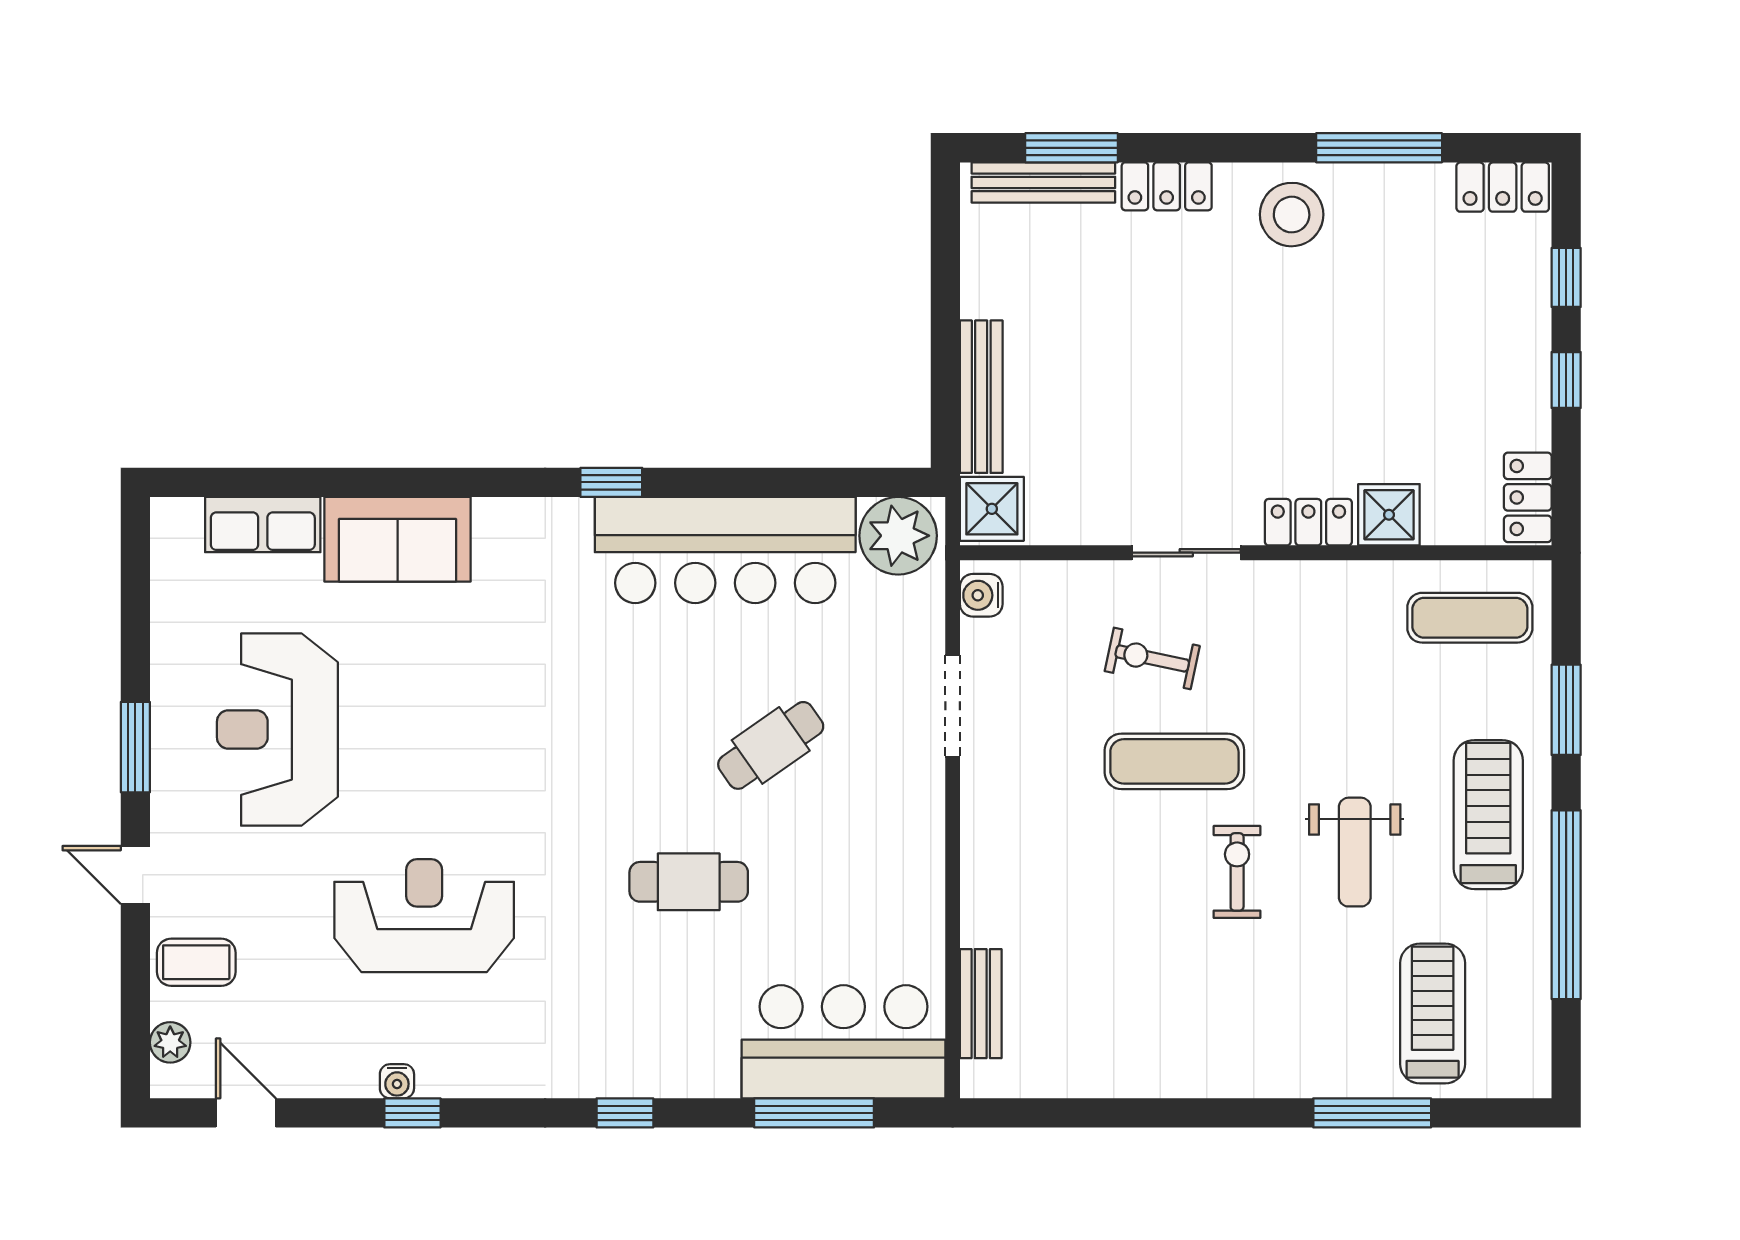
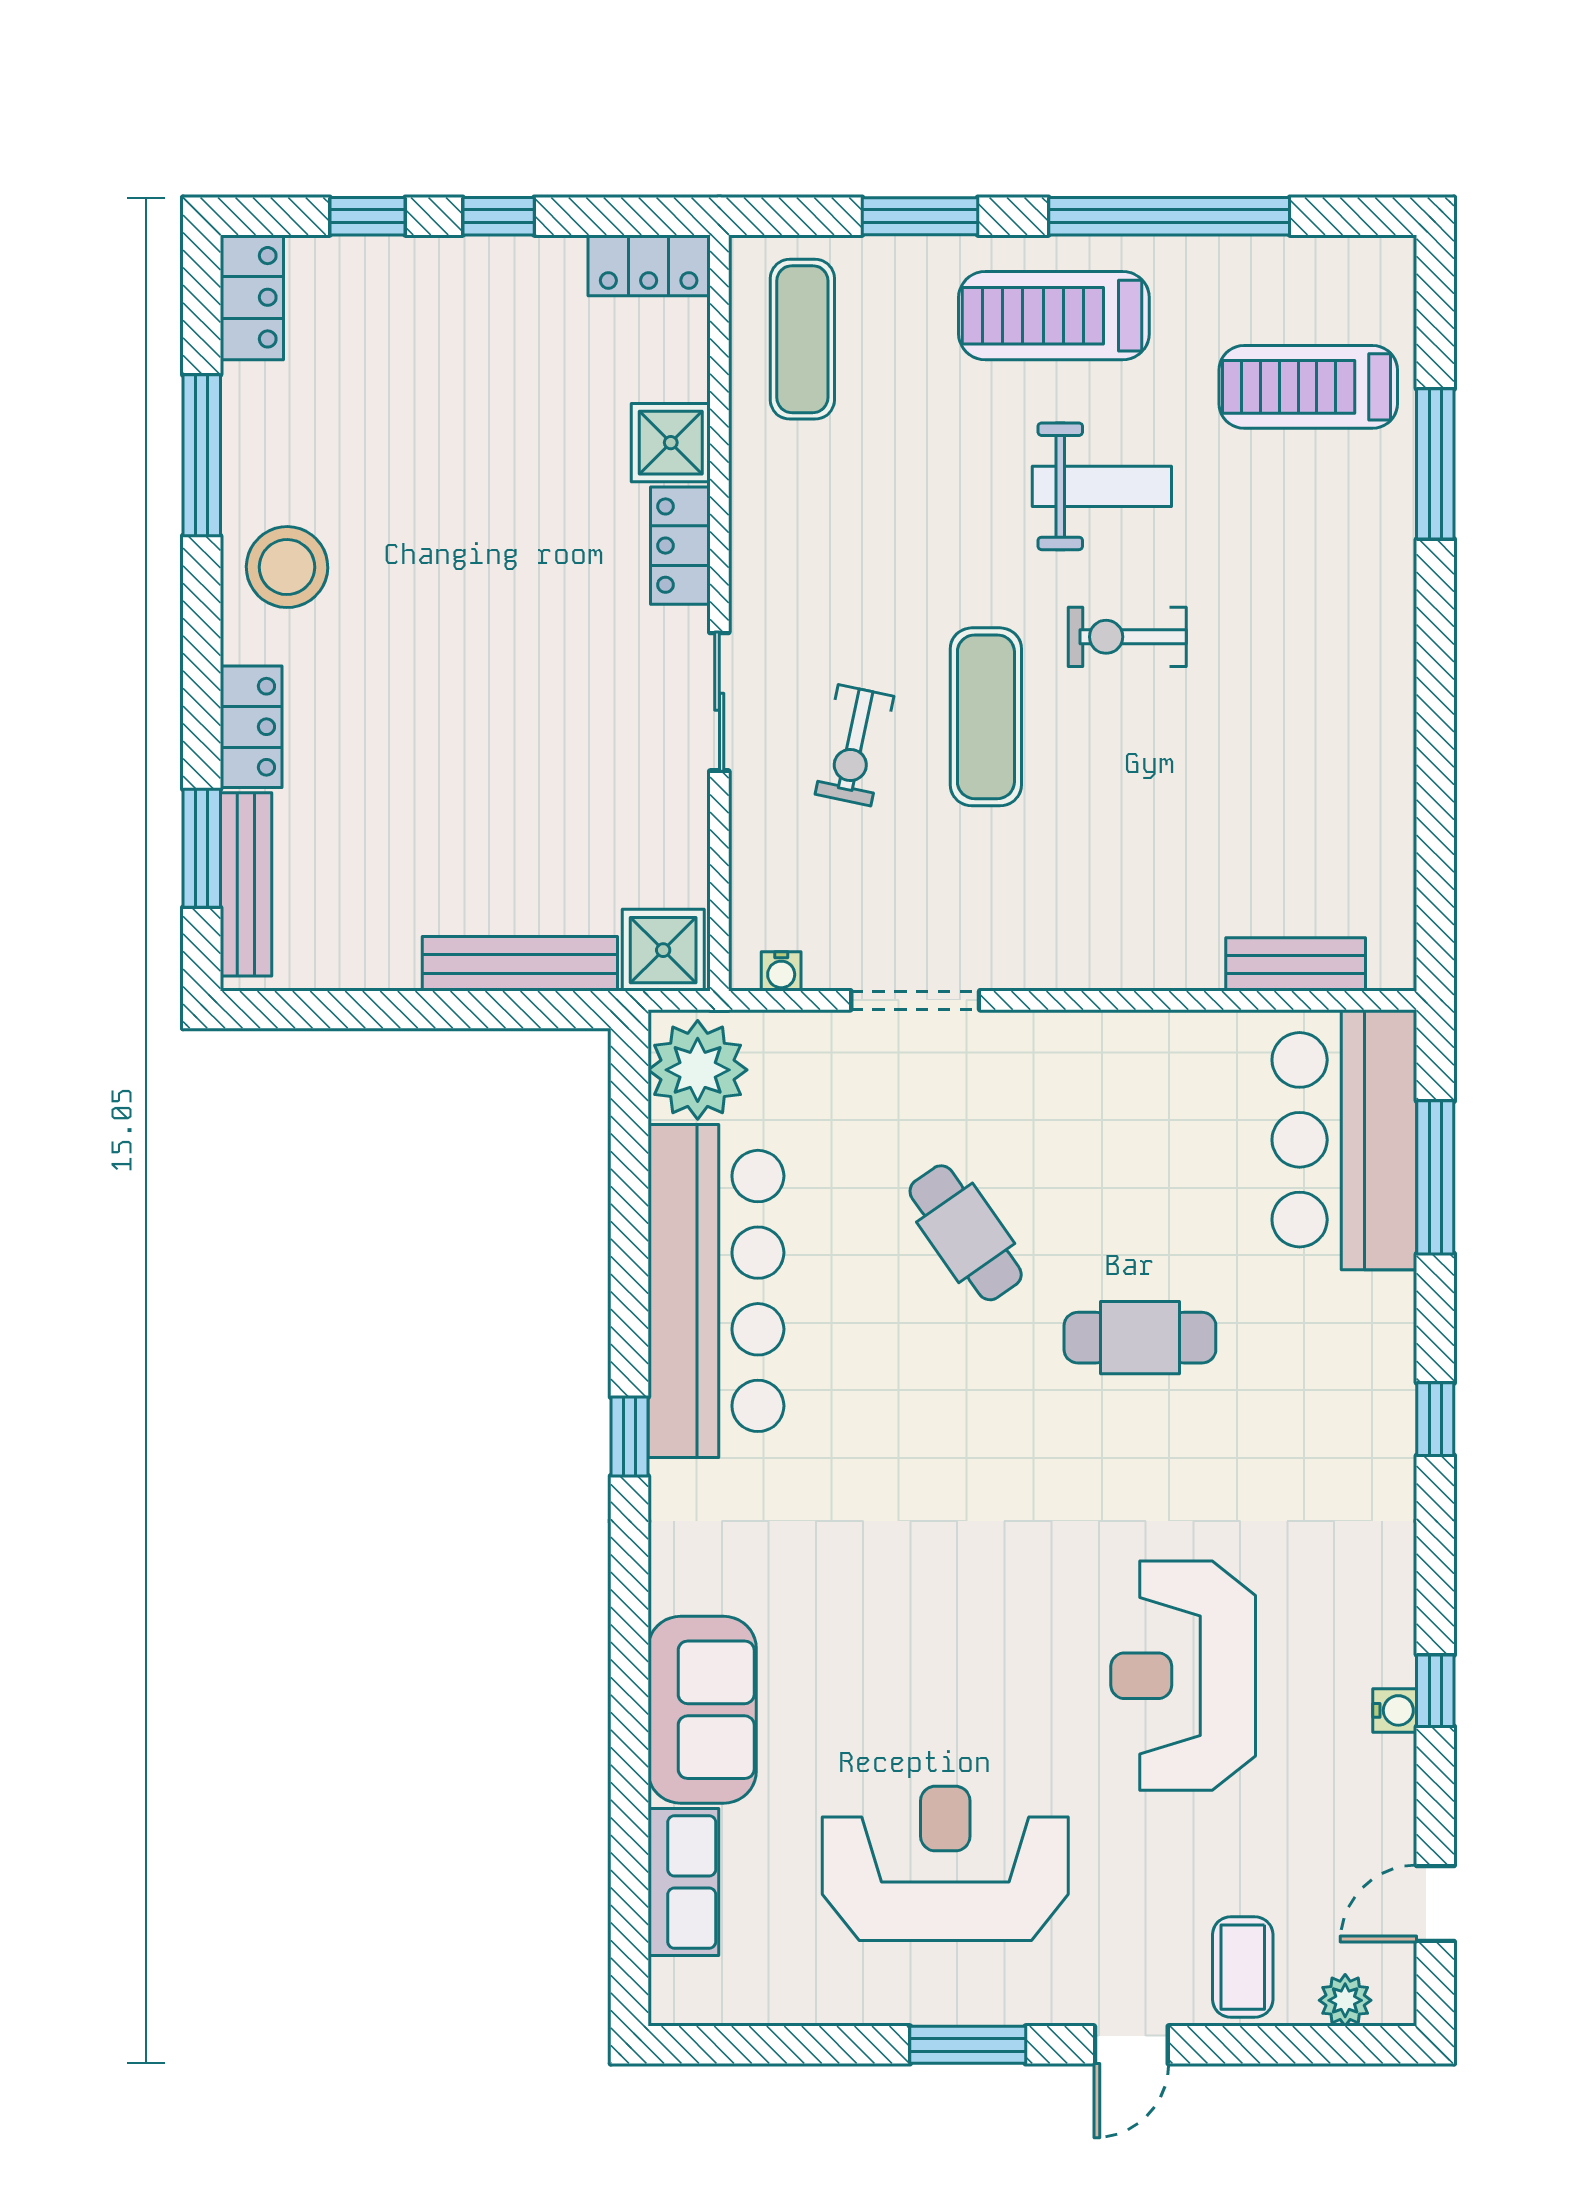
water cooler: (981, 595) -> (781, 971), width x0.72, depth x0.72
reception desk: (277, 730) -> (945, 1863), turned 180
cafe table: (689, 882) -> (1140, 1338), turned 90

